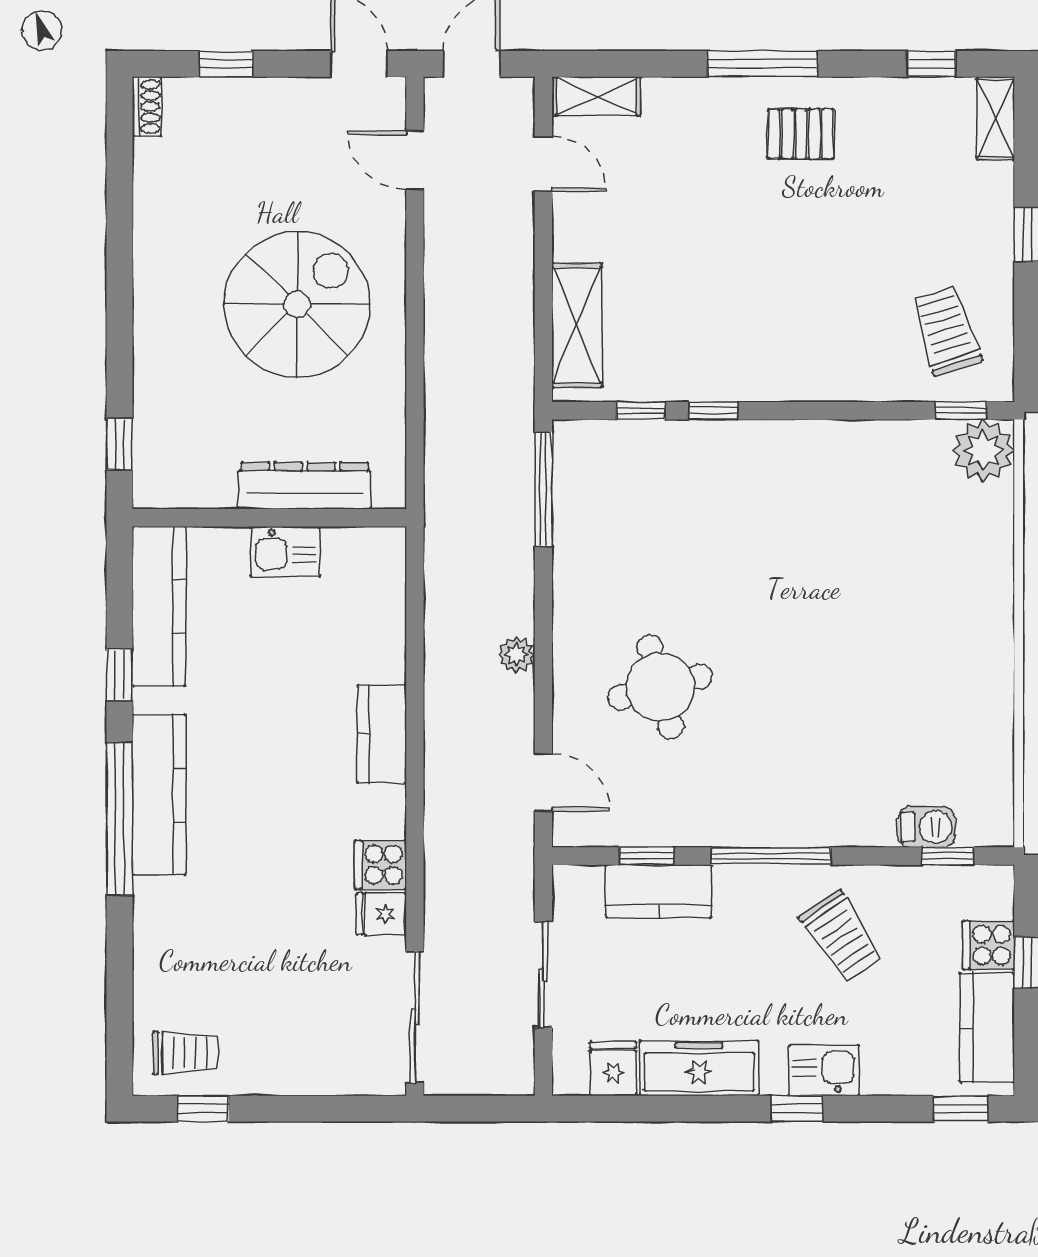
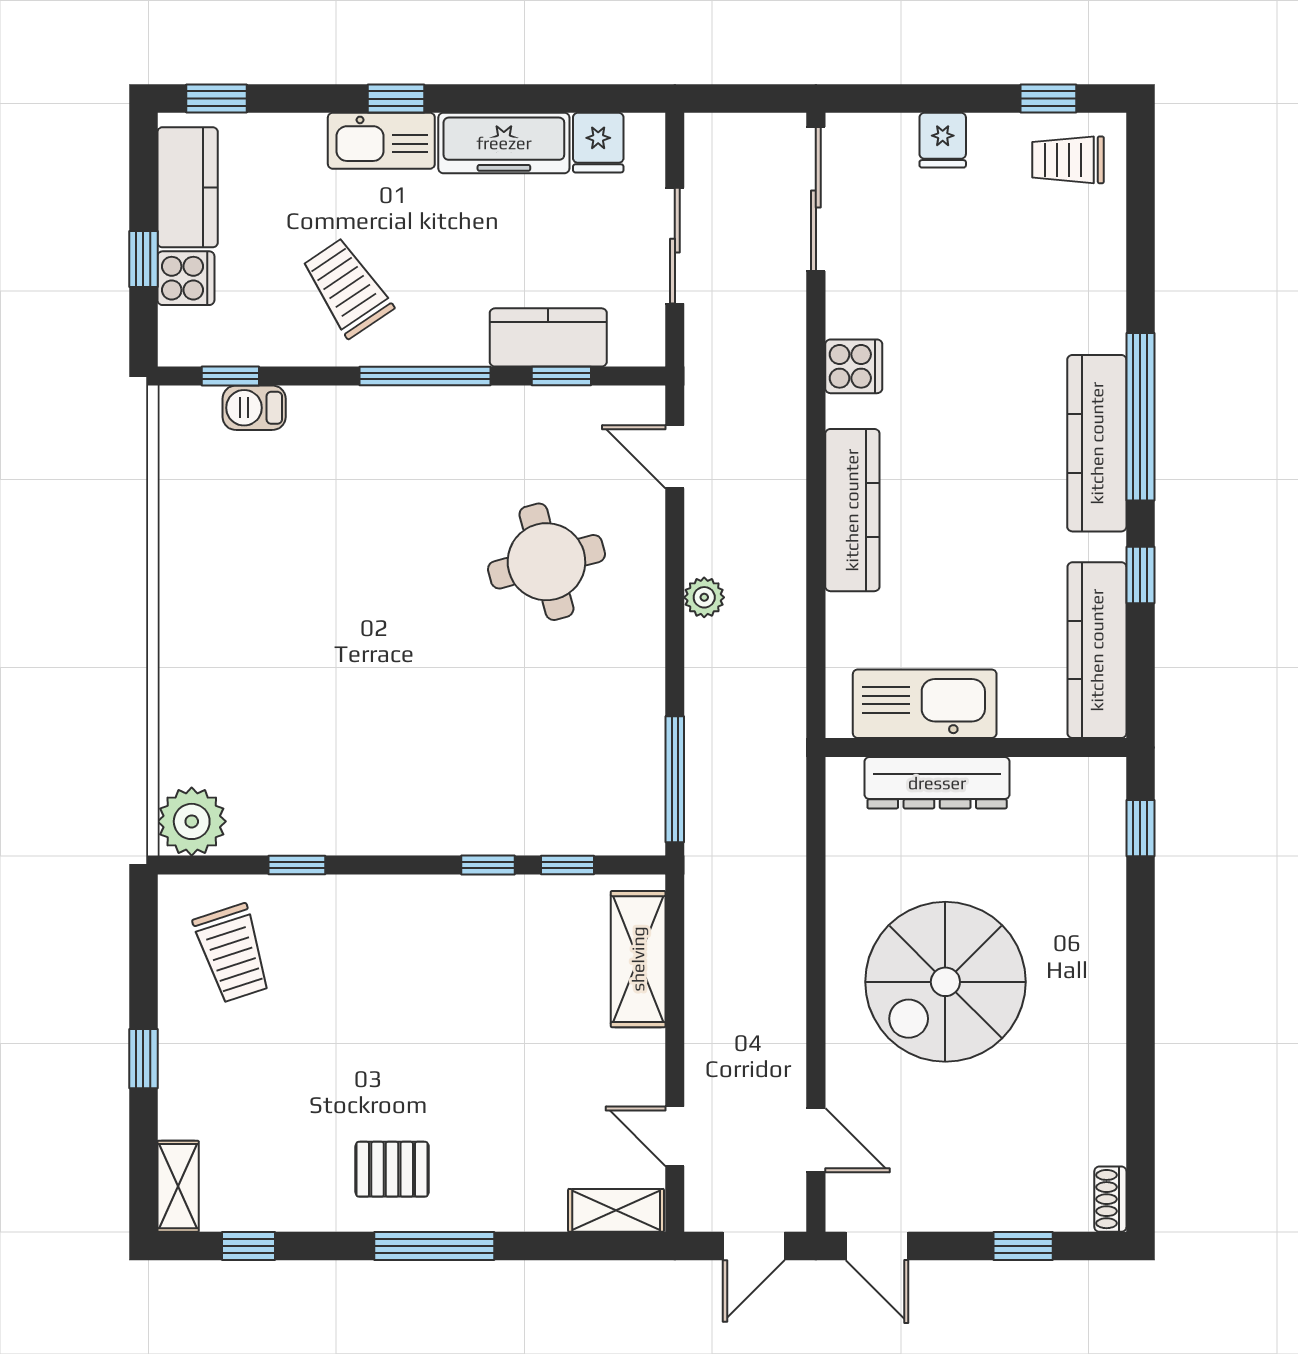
window: (961, 411) -> (297, 865), moved
kitchen sink: (285, 552) -> (925, 704), width x1.87, depth x1.24
kitchen counter: (382, 734) -> (852, 510), width x1.50
fridge: (381, 914) -> (943, 140), moved, turned 90
kitchen sink: (824, 1070) -> (381, 141), width x1.38

